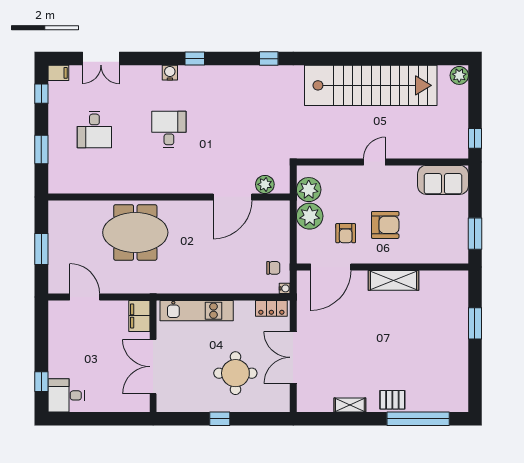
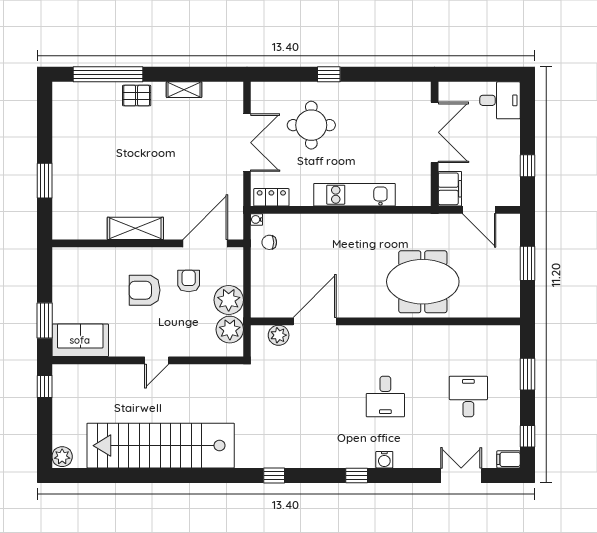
window: (475, 234) -> (45, 320), moved
filing cabinet: (139, 316) -> (450, 189), moved
wall: (153, 356) -> (435, 144), moved
double door: (153, 367) -> (435, 132), moved
window: (41, 382) -> (527, 166), moved

